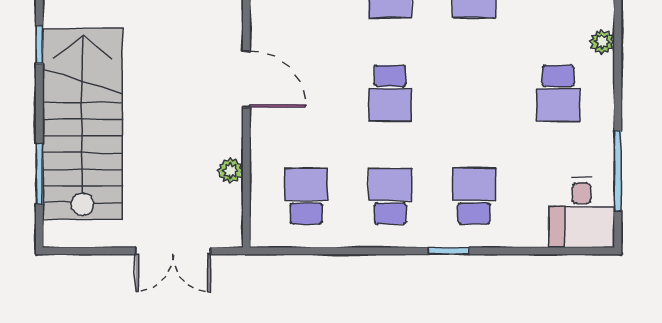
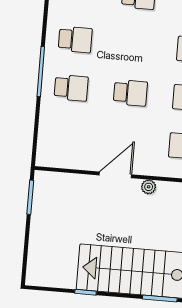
plant: (230, 171) -> (149, 187), moved

